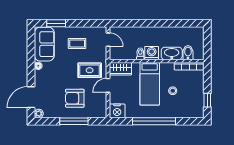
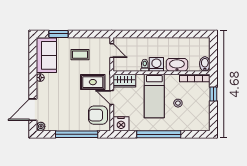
bidet: (188, 53) -> (205, 64), moved
door: (108, 85) -> (112, 97), hinge flipped
armchair: (75, 98) -> (98, 115), moved
window: (207, 100) -> (213, 94), moved
window: (74, 121) -> (77, 134), width x1.46

